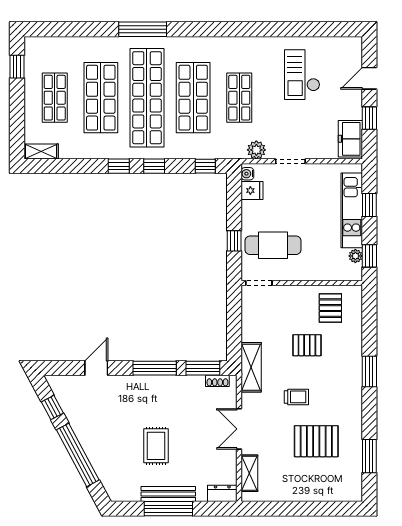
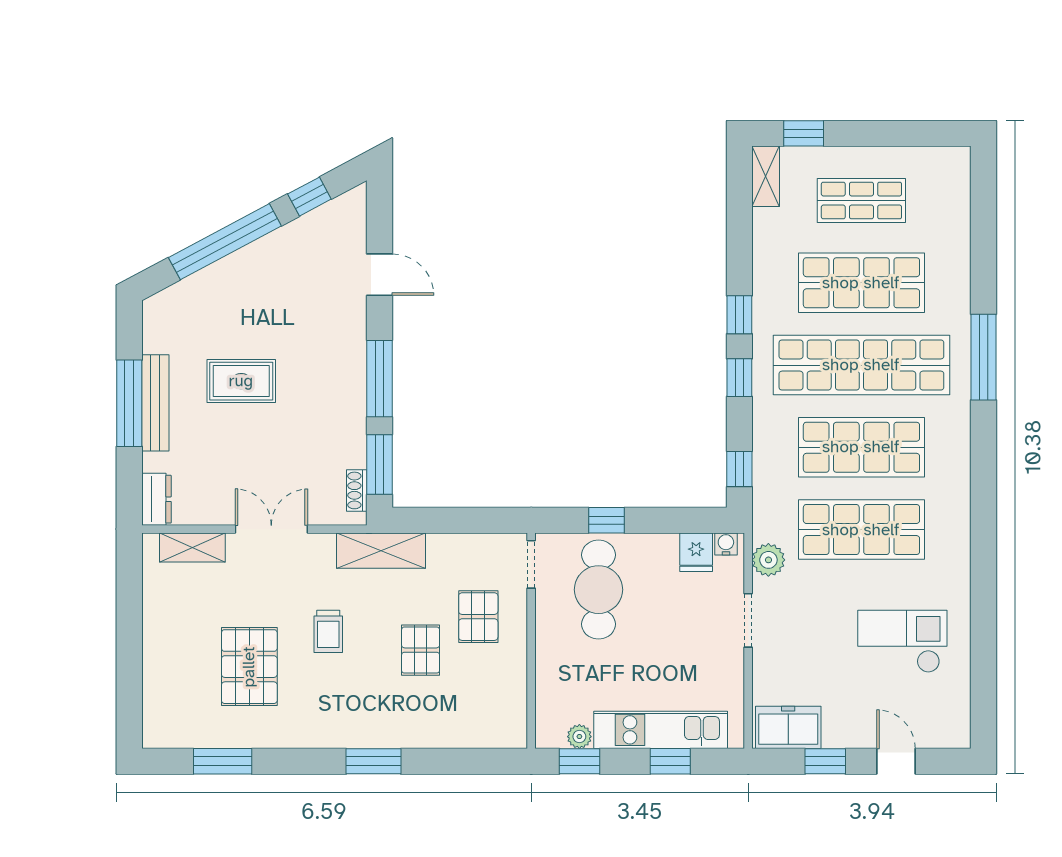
window: (17, 67) -> (804, 133), moved
shop shelf: (239, 98) -> (861, 530), width x1.43, depth x1.36
pallet: (330, 308) -> (478, 617), moved, turned 90

